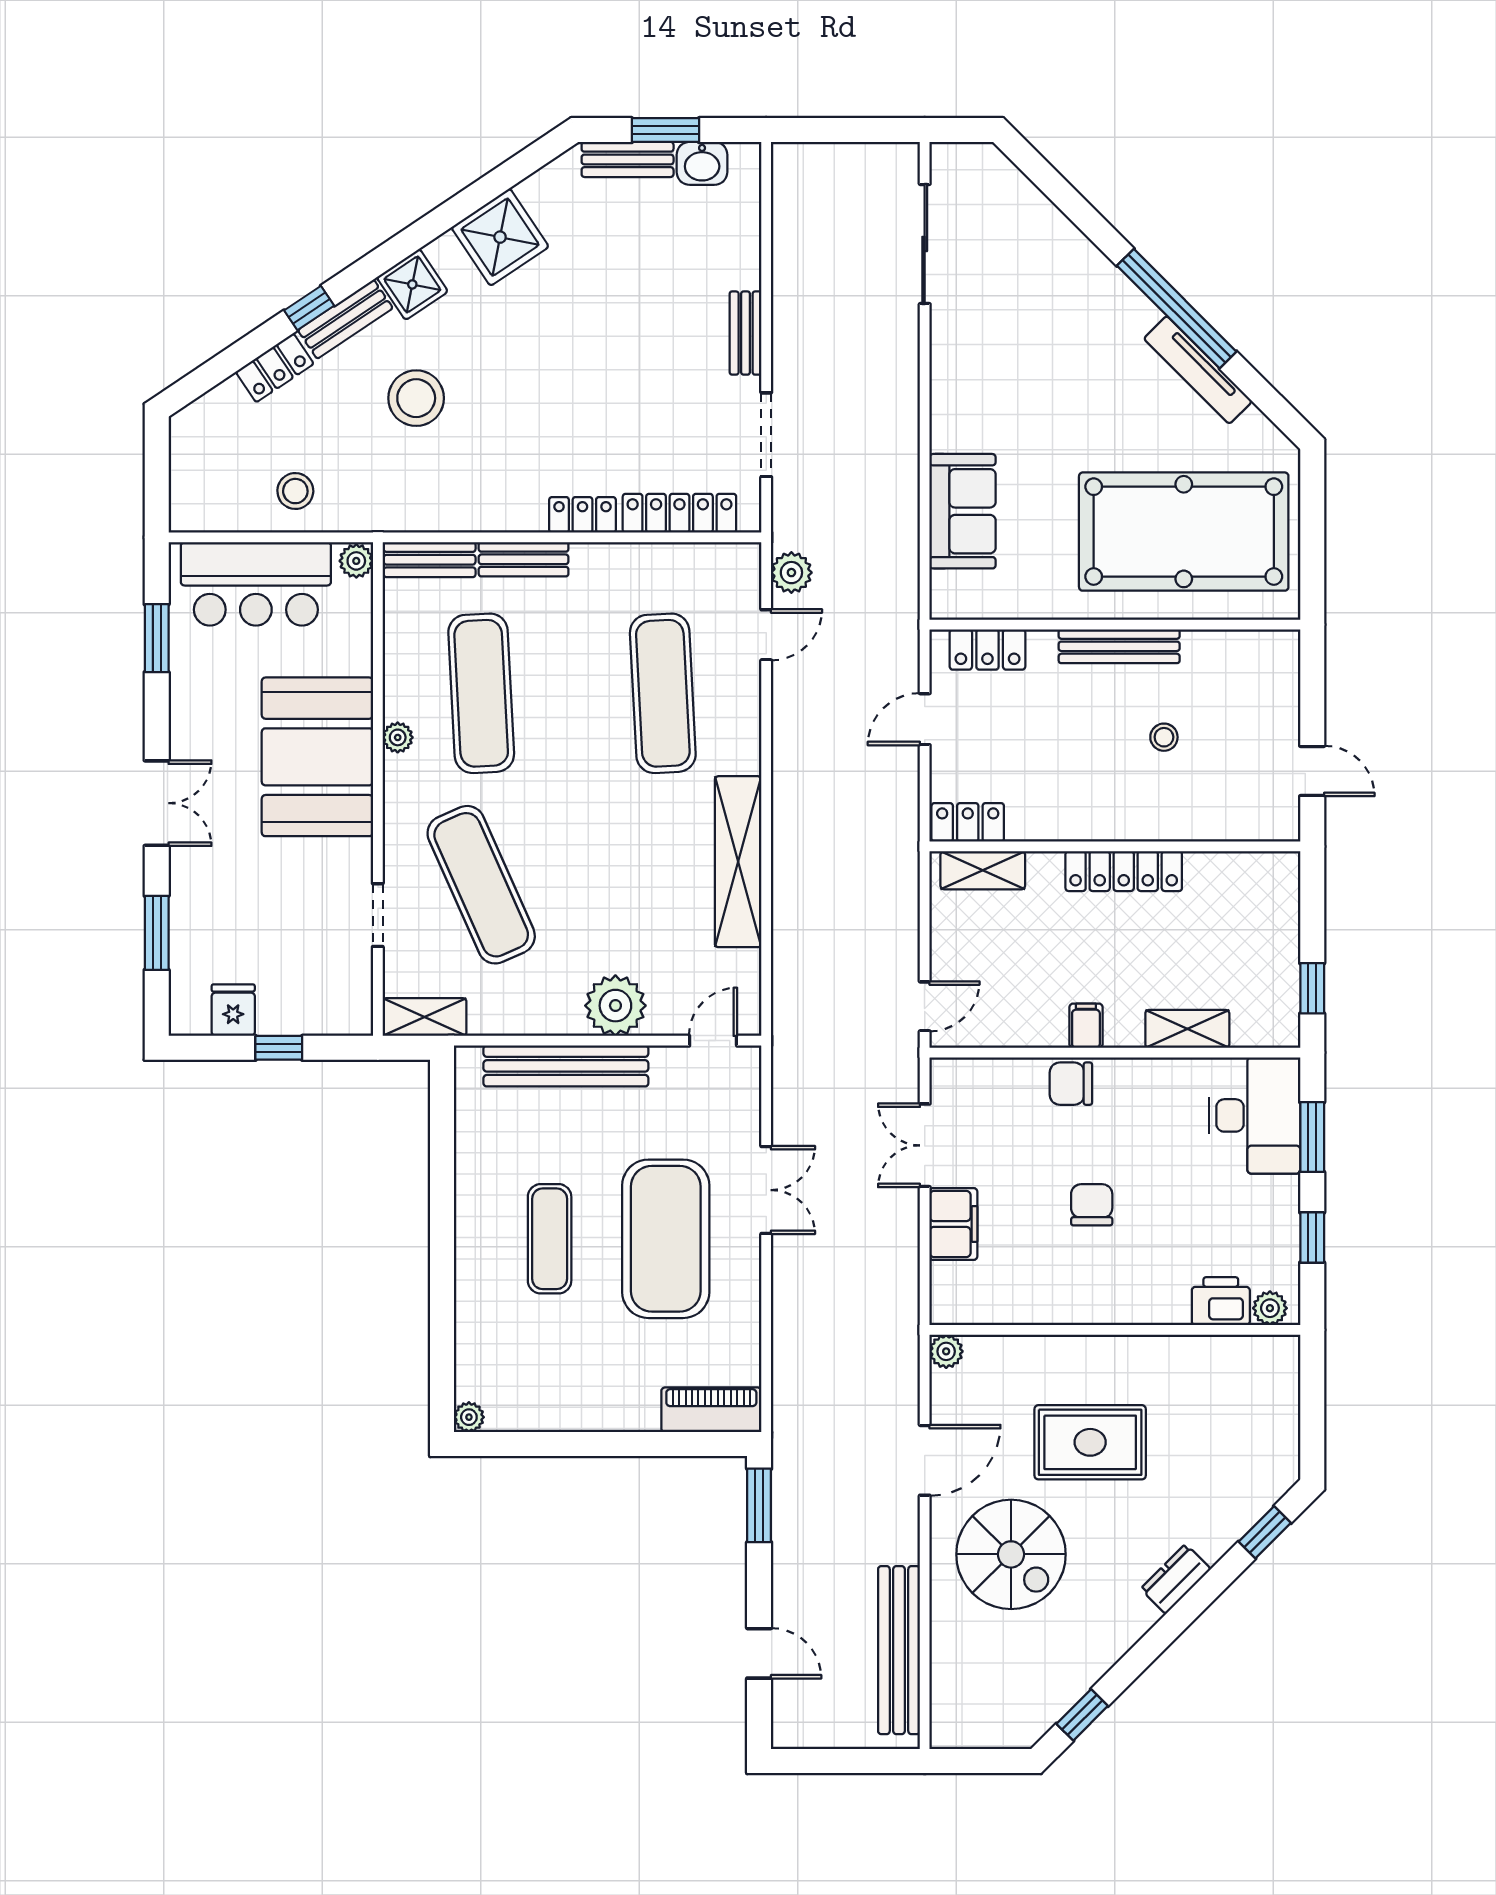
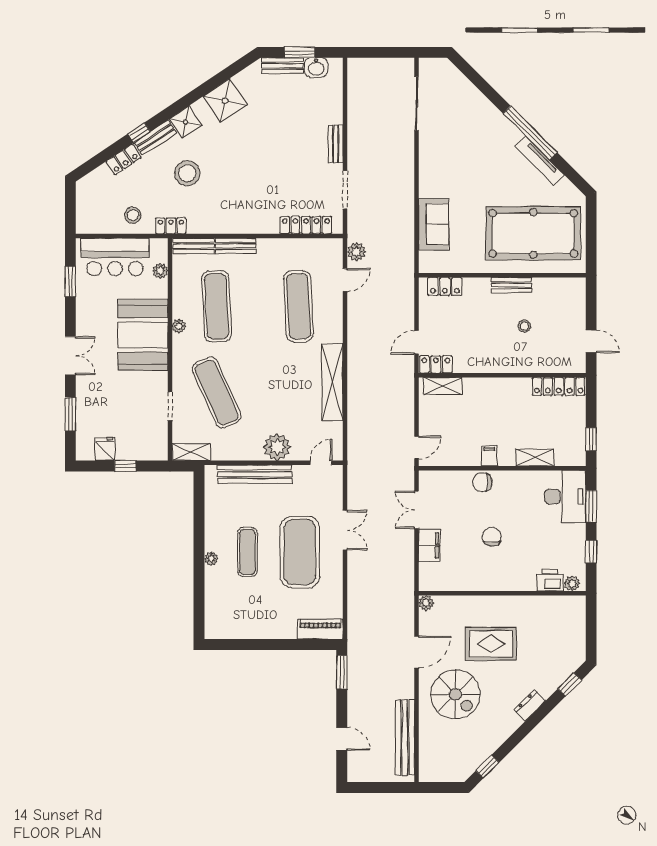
locker: (582, 515) -> (171, 226), moved
plant: (356, 561) -> (160, 271), moved
bench: (1119, 646) -> (511, 285), width x0.73
door: (925, 719) -> (416, 342), moved
locker: (1124, 871) -> (559, 386), moved
plant: (469, 1417) -> (211, 559), moved

